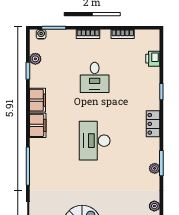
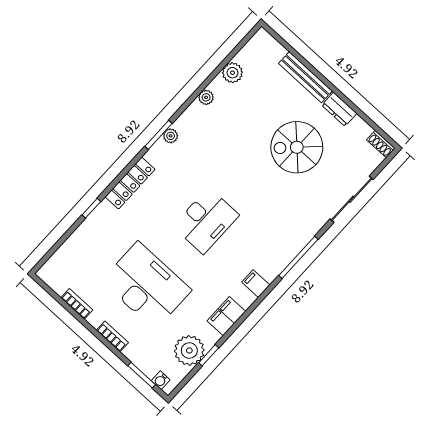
plant: (35, 59) -> (189, 350), width x1.88, depth x1.88
printer: (153, 59) -> (69, 250), removed
desk: (95, 77) -> (146, 286), width x1.87, depth x1.30
locker: (153, 124) -> (130, 183), width x1.53
filing cabinet: (38, 125) -> (256, 284), width x0.50

